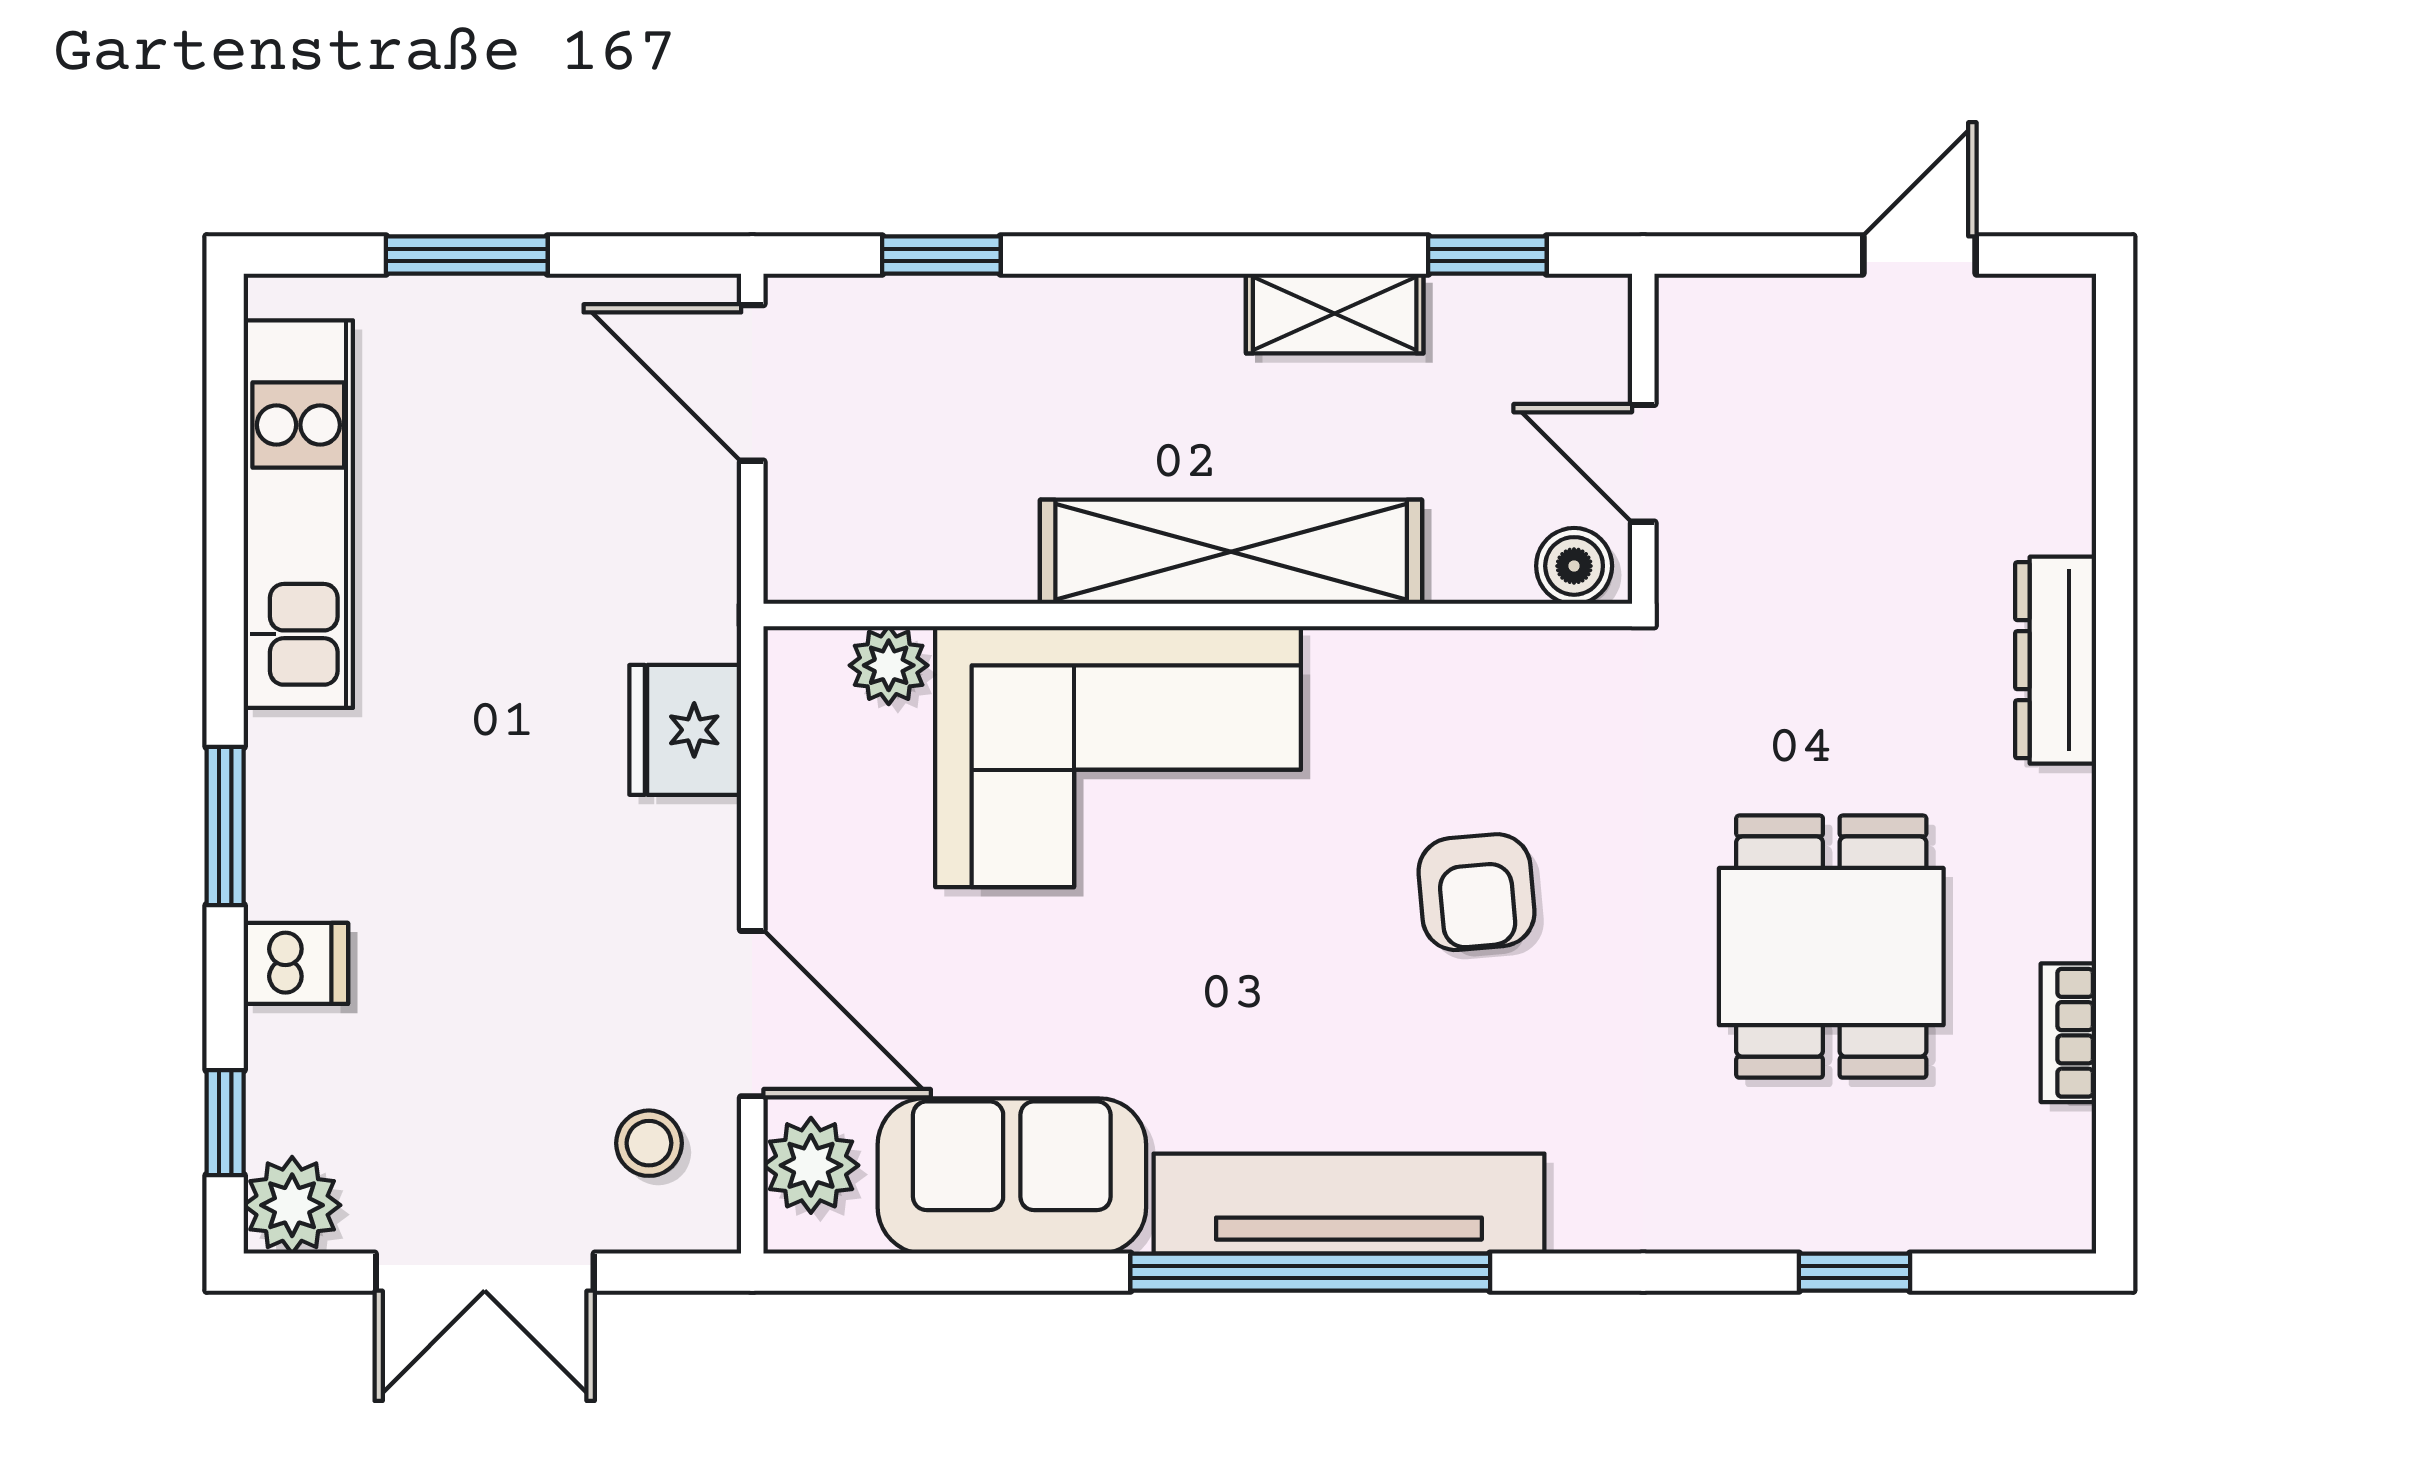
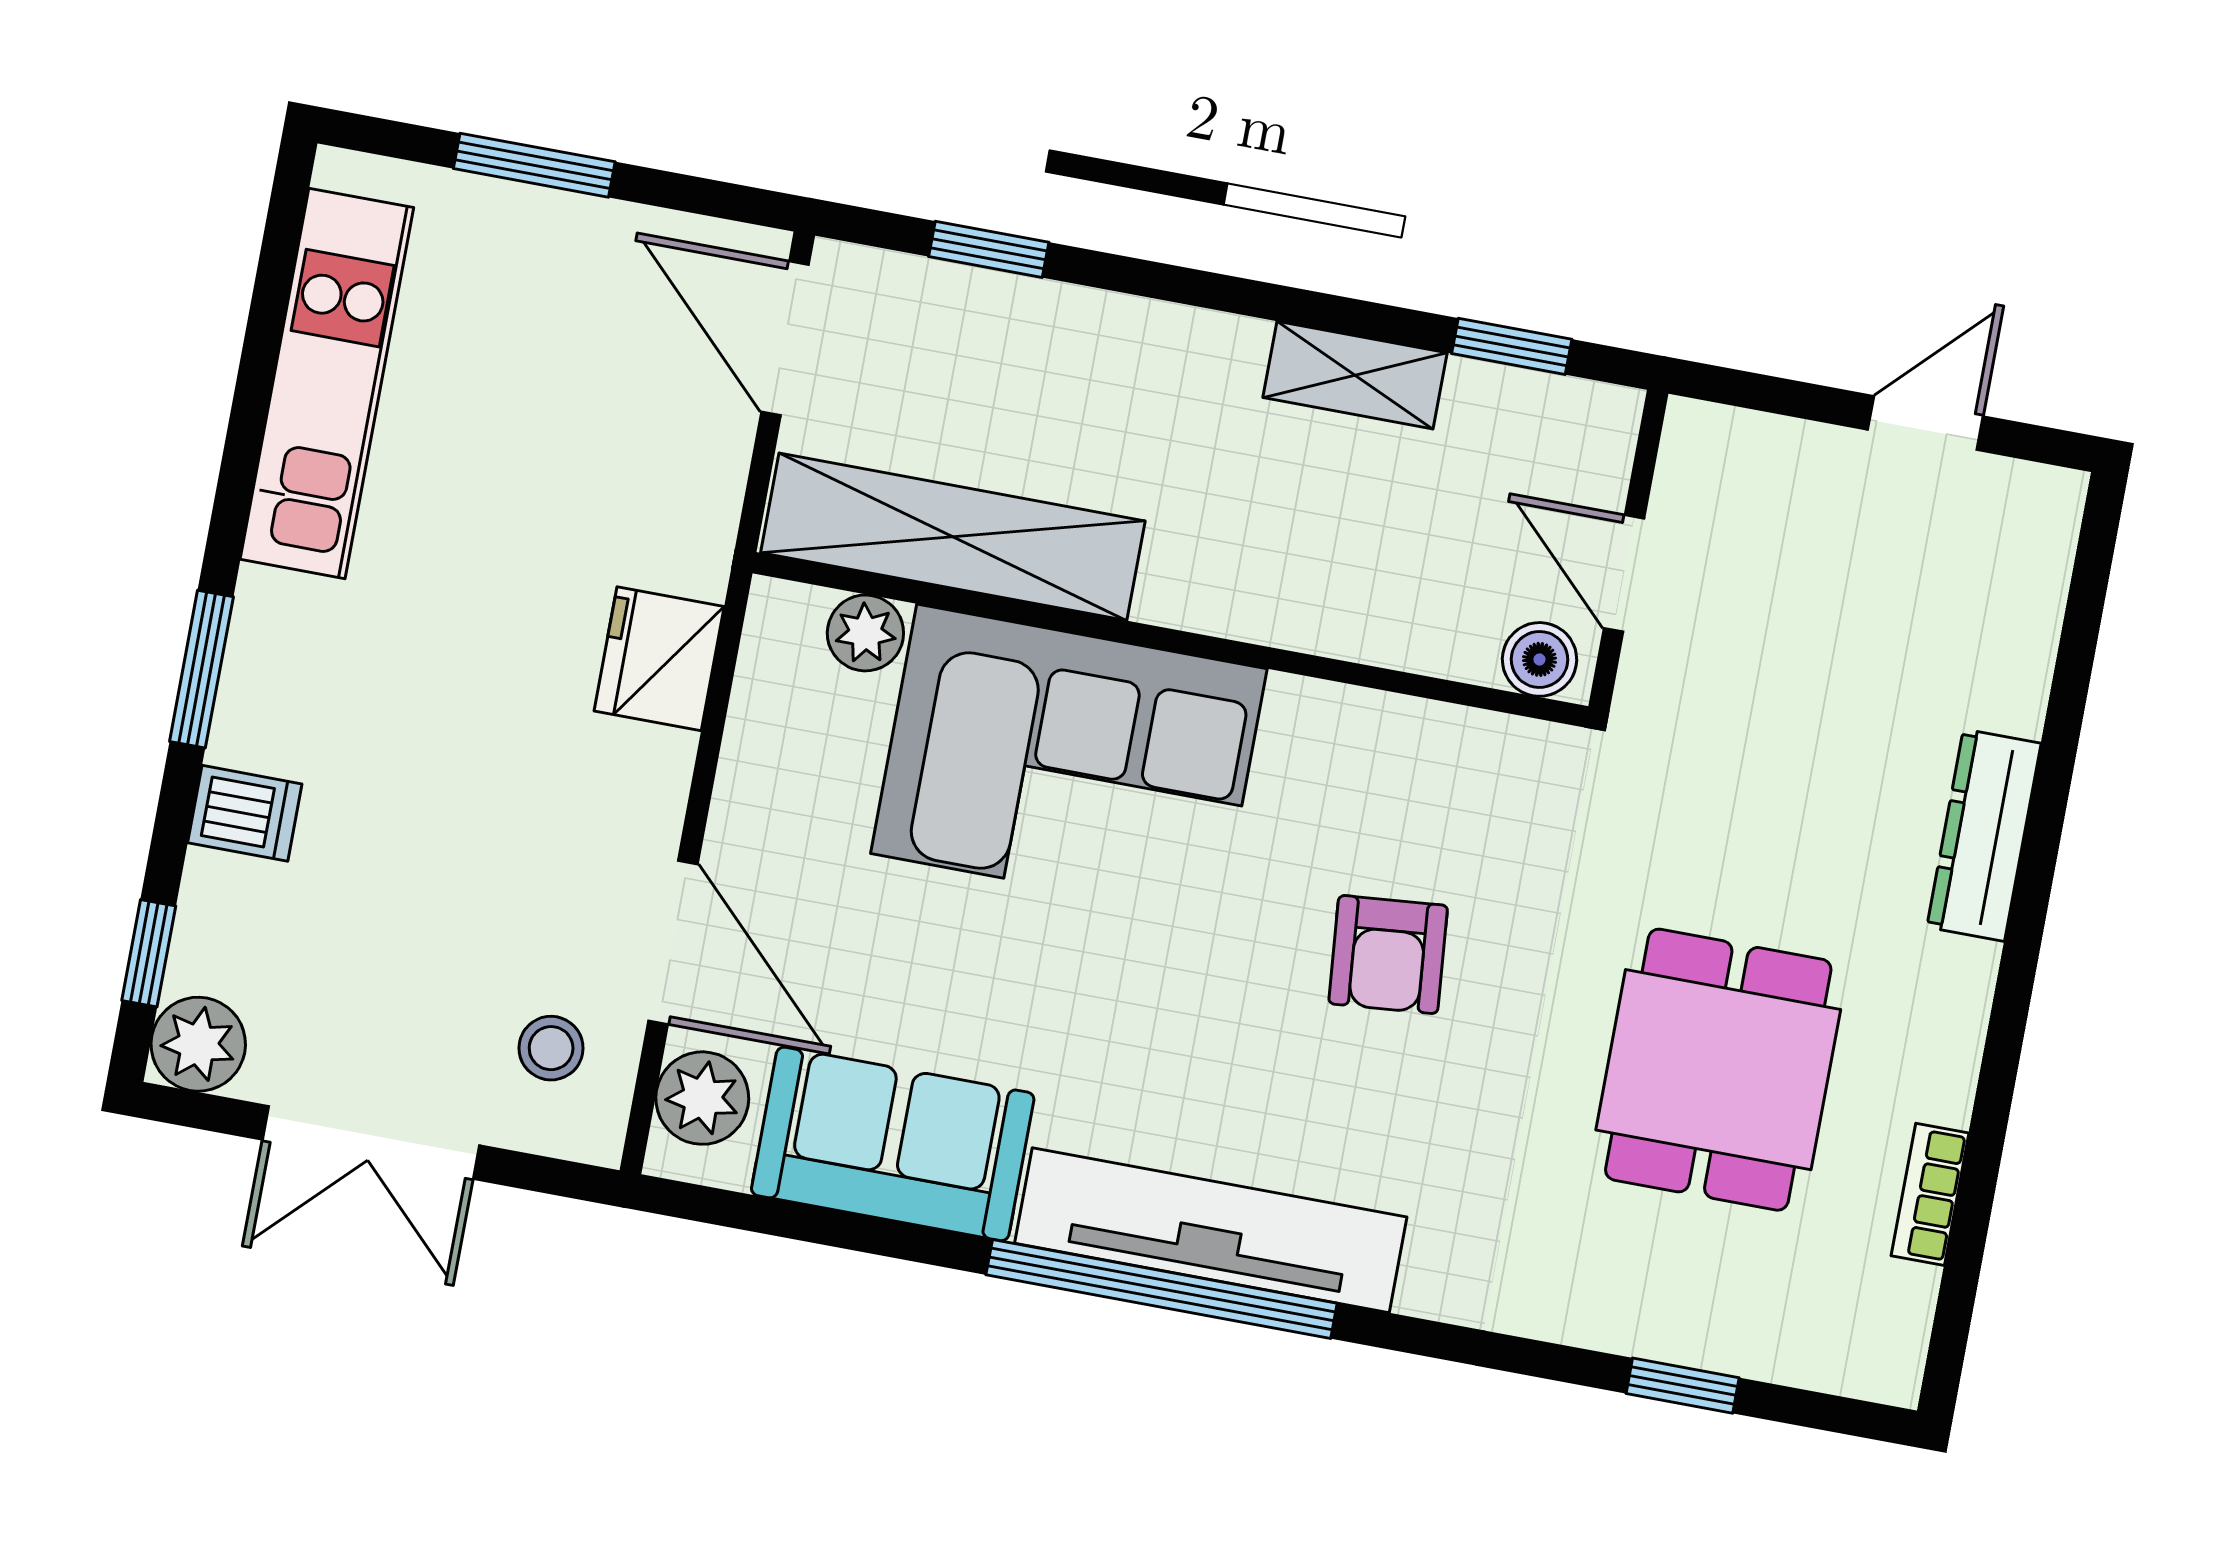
shelving: (1231, 552) -> (953, 537), moved

